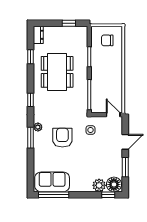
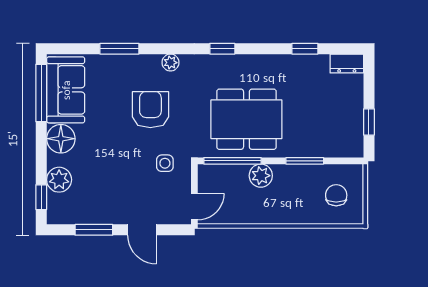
dining table: (57, 72) -> (246, 119), moved
plant: (97, 80) -> (261, 176), added
window: (31, 138) -> (119, 49), moved
armchair: (62, 138) -> (150, 110), turned -90
floor lamp: (114, 184) -> (61, 139), moved

